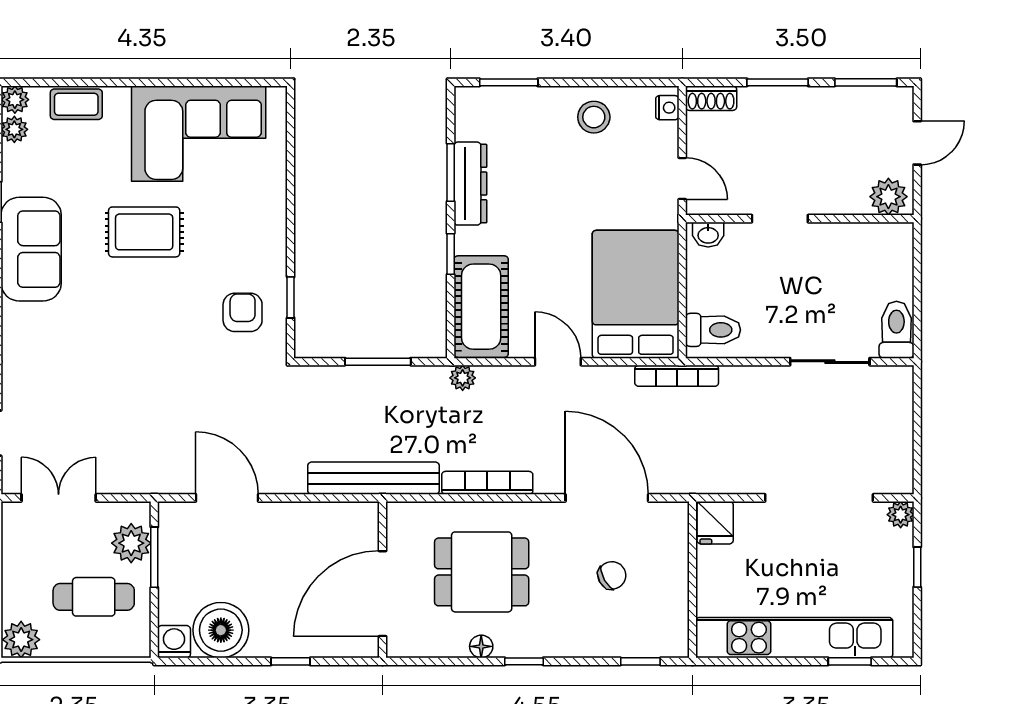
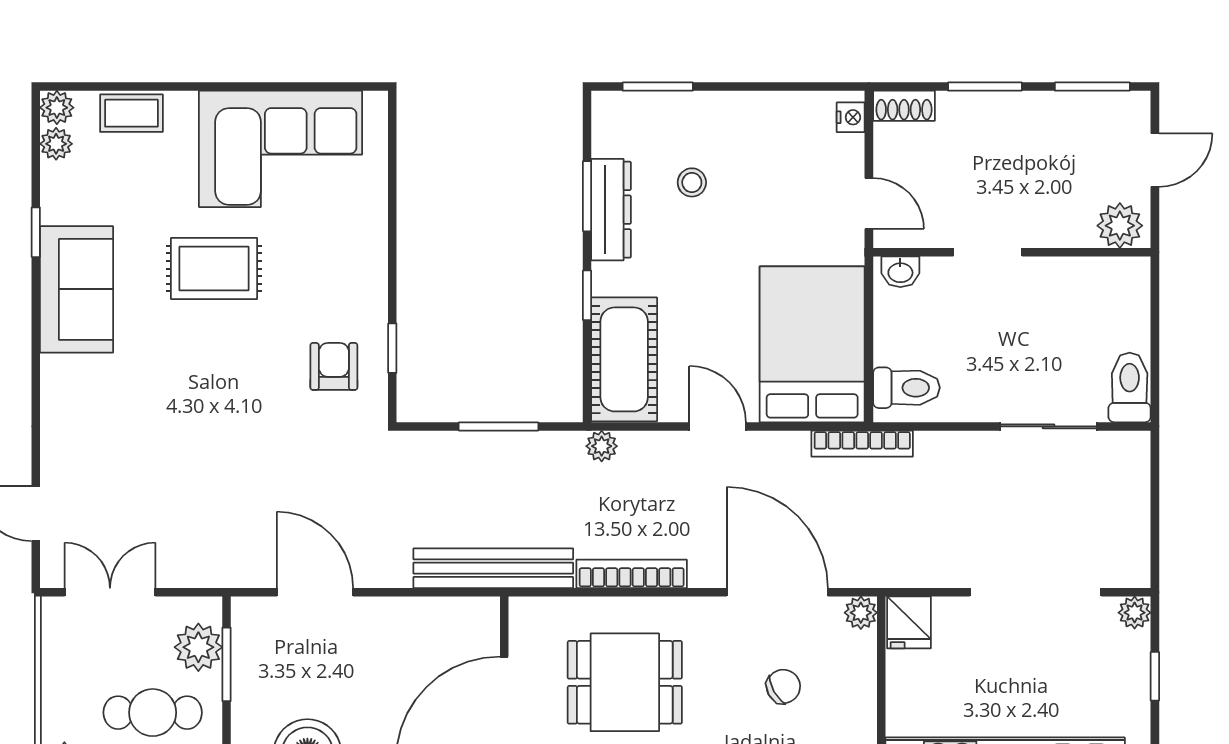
stool: (594, 117) -> (692, 182), moved, width x0.73, depth x0.73
plant: (676, 515) -> (861, 613), added

